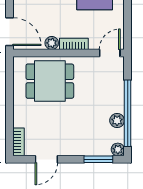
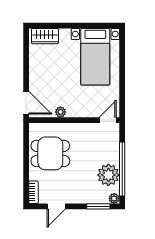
bookcase: (74, 44) -> (78, 113), removed
dining table: (50, 81) -> (50, 153), moved
plant: (117, 120) -> (108, 175), width x1.88, depth x1.88

